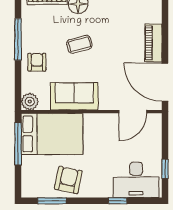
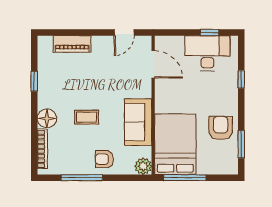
piano: (153, 43) -> (72, 44), moved
coffee table: (79, 44) -> (87, 117), turned -75
door: (165, 82) -> (124, 32), width x0.53
armchair: (68, 180) -> (221, 128), turned 78
desk: (136, 180) -> (207, 53), moved, turned -90

